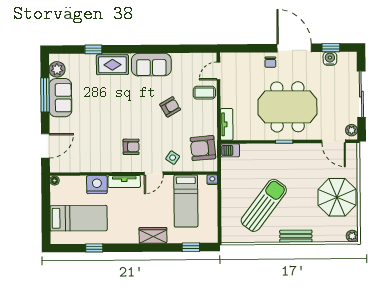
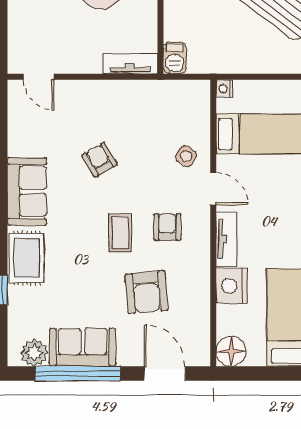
coffee table: (204, 93) -> (120, 233), moved
window: (45, 95) -> (78, 374), width x1.46
armchair: (203, 148) -> (147, 292), moved
floor lamp: (54, 181) -> (231, 351), width x1.89, depth x1.89

